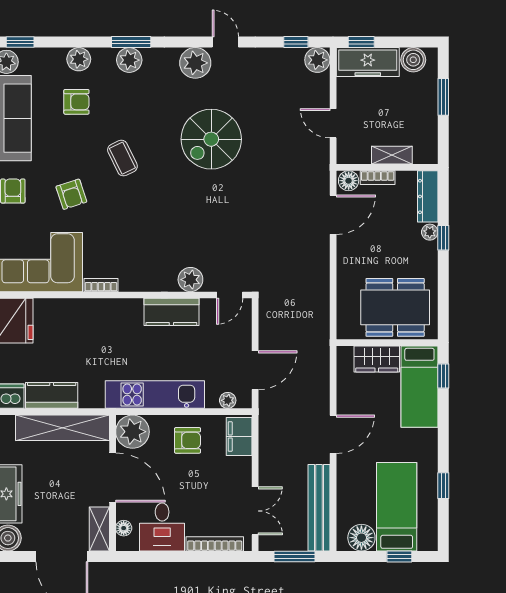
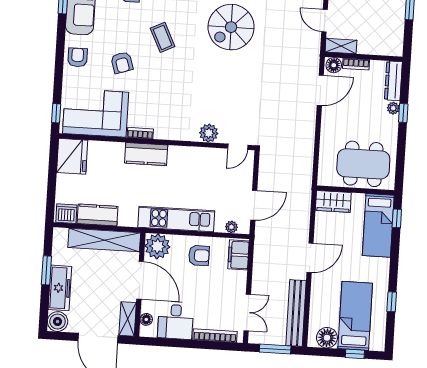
shelving: (392, 155) -> (341, 46), moved
kitchen counter: (171, 312) -> (146, 154), moved
wardrobe: (377, 359) -> (333, 201), moved

